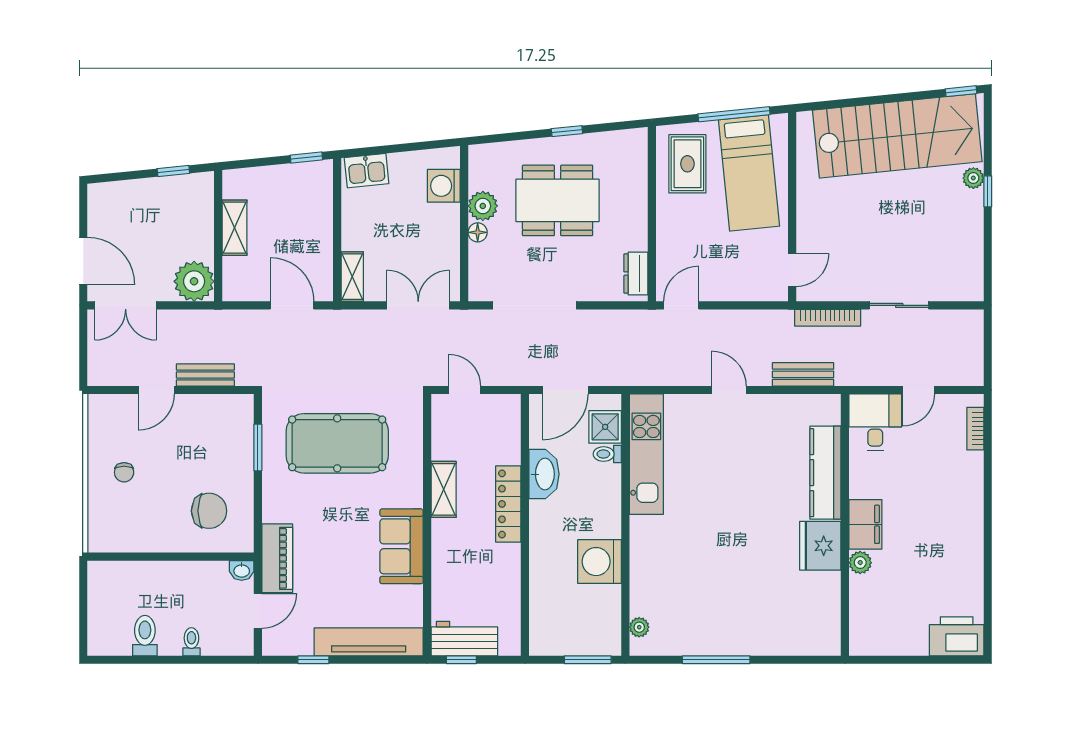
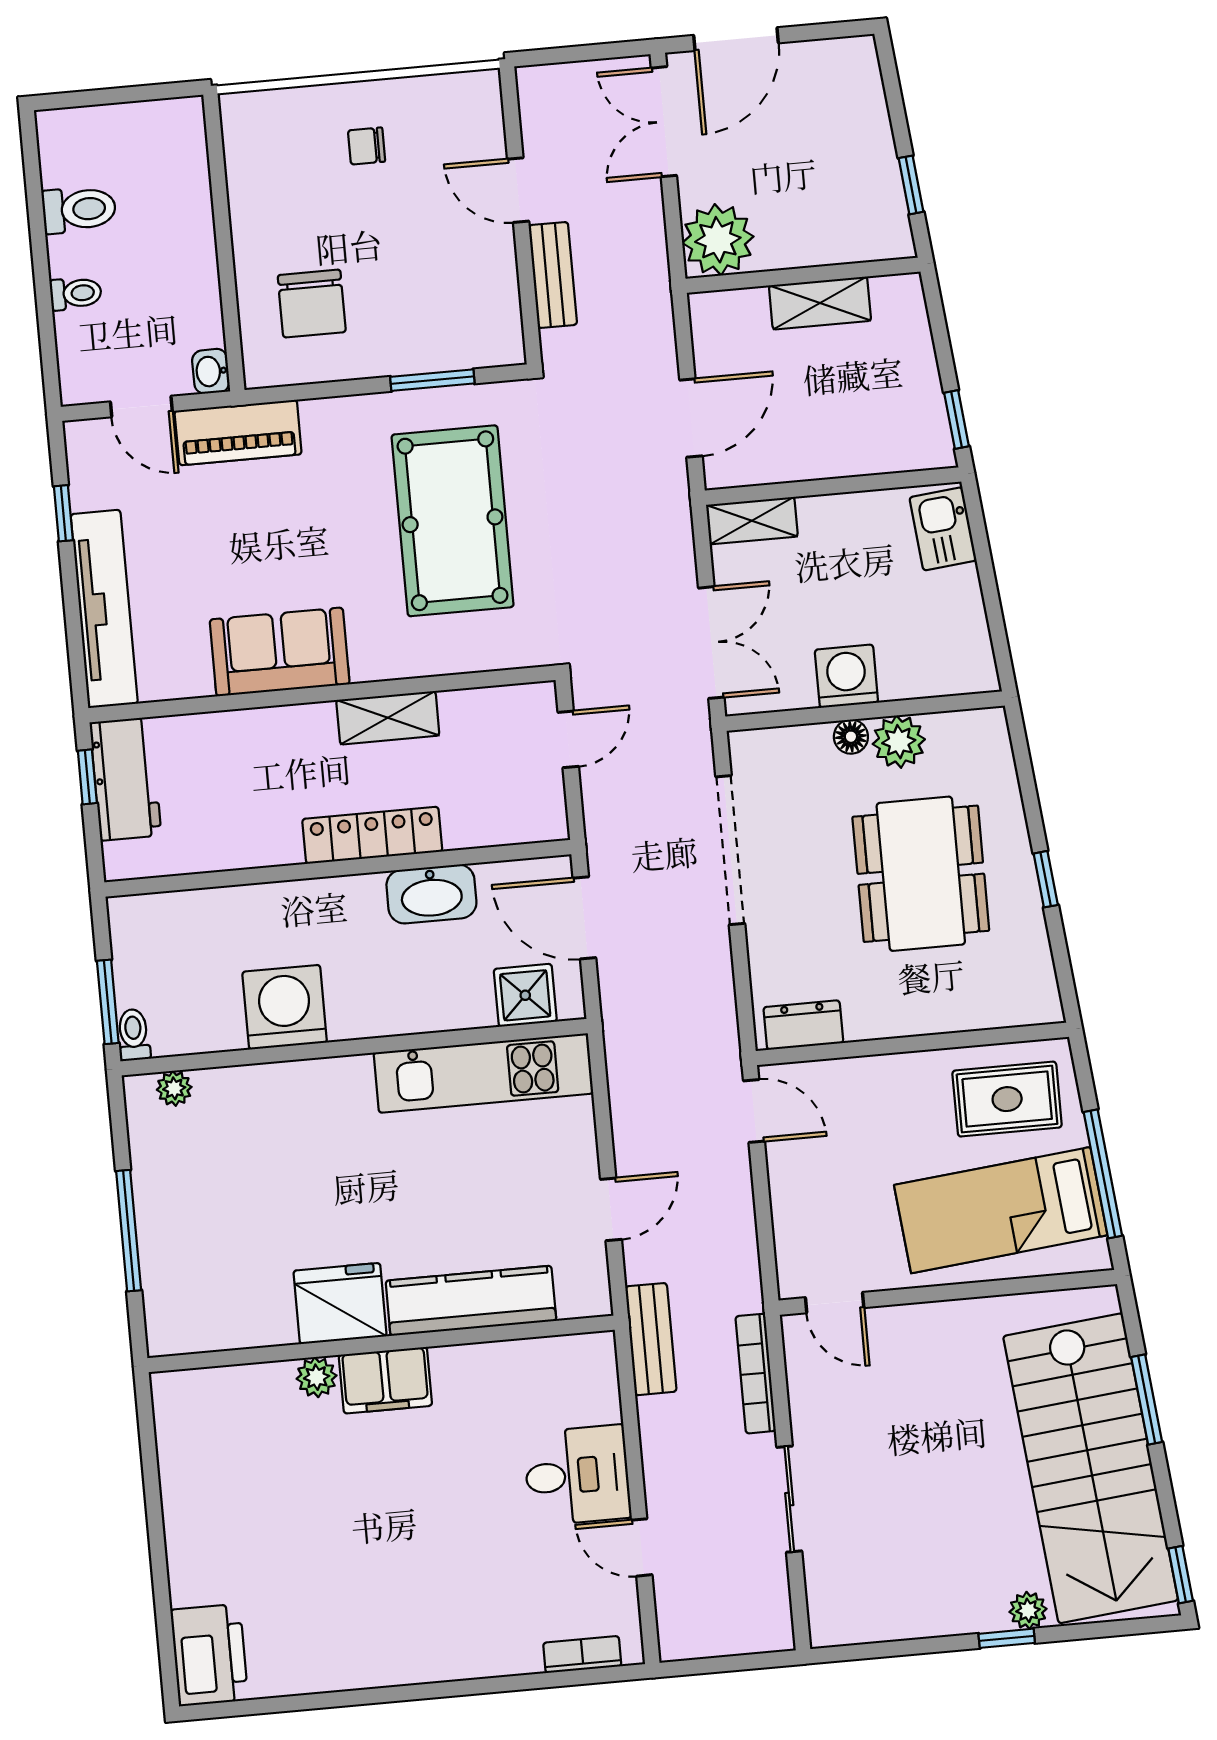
window: (862, 101) -> (1147, 1399), added
washing machine: (444, 186) -> (846, 676), moved
toilet: (607, 454) -> (134, 1035), moved
kitchen counter: (825, 473) -> (471, 1301), moved
filing cabinet: (865, 524) -> (385, 1380), moved
wall: (845, 525) -> (381, 1344), moved
fridge: (820, 546) -> (340, 1303), moved
plant: (860, 563) -> (317, 1377), moved

